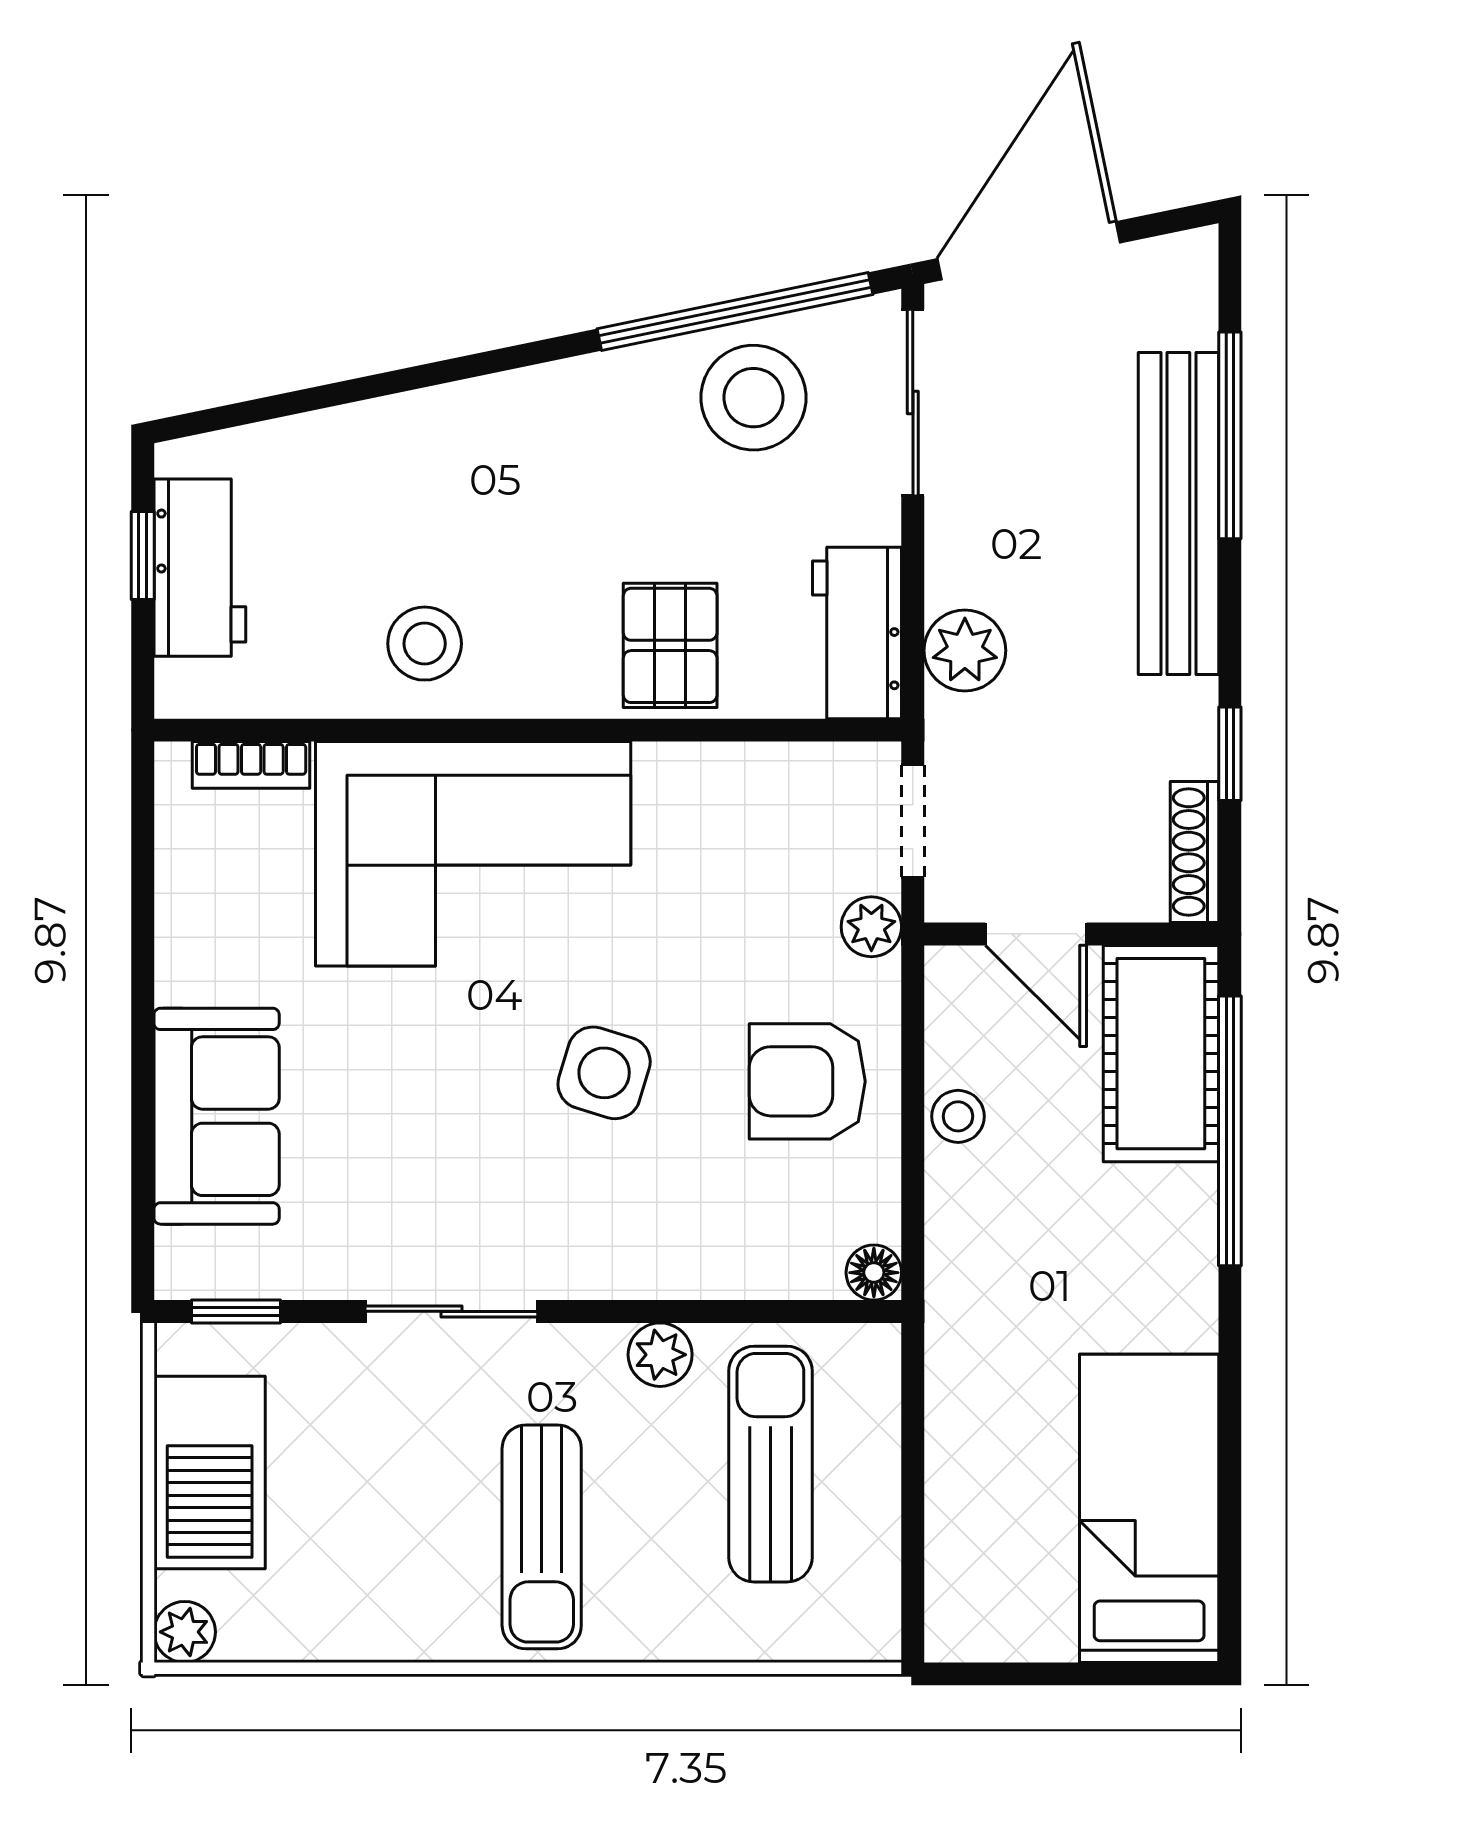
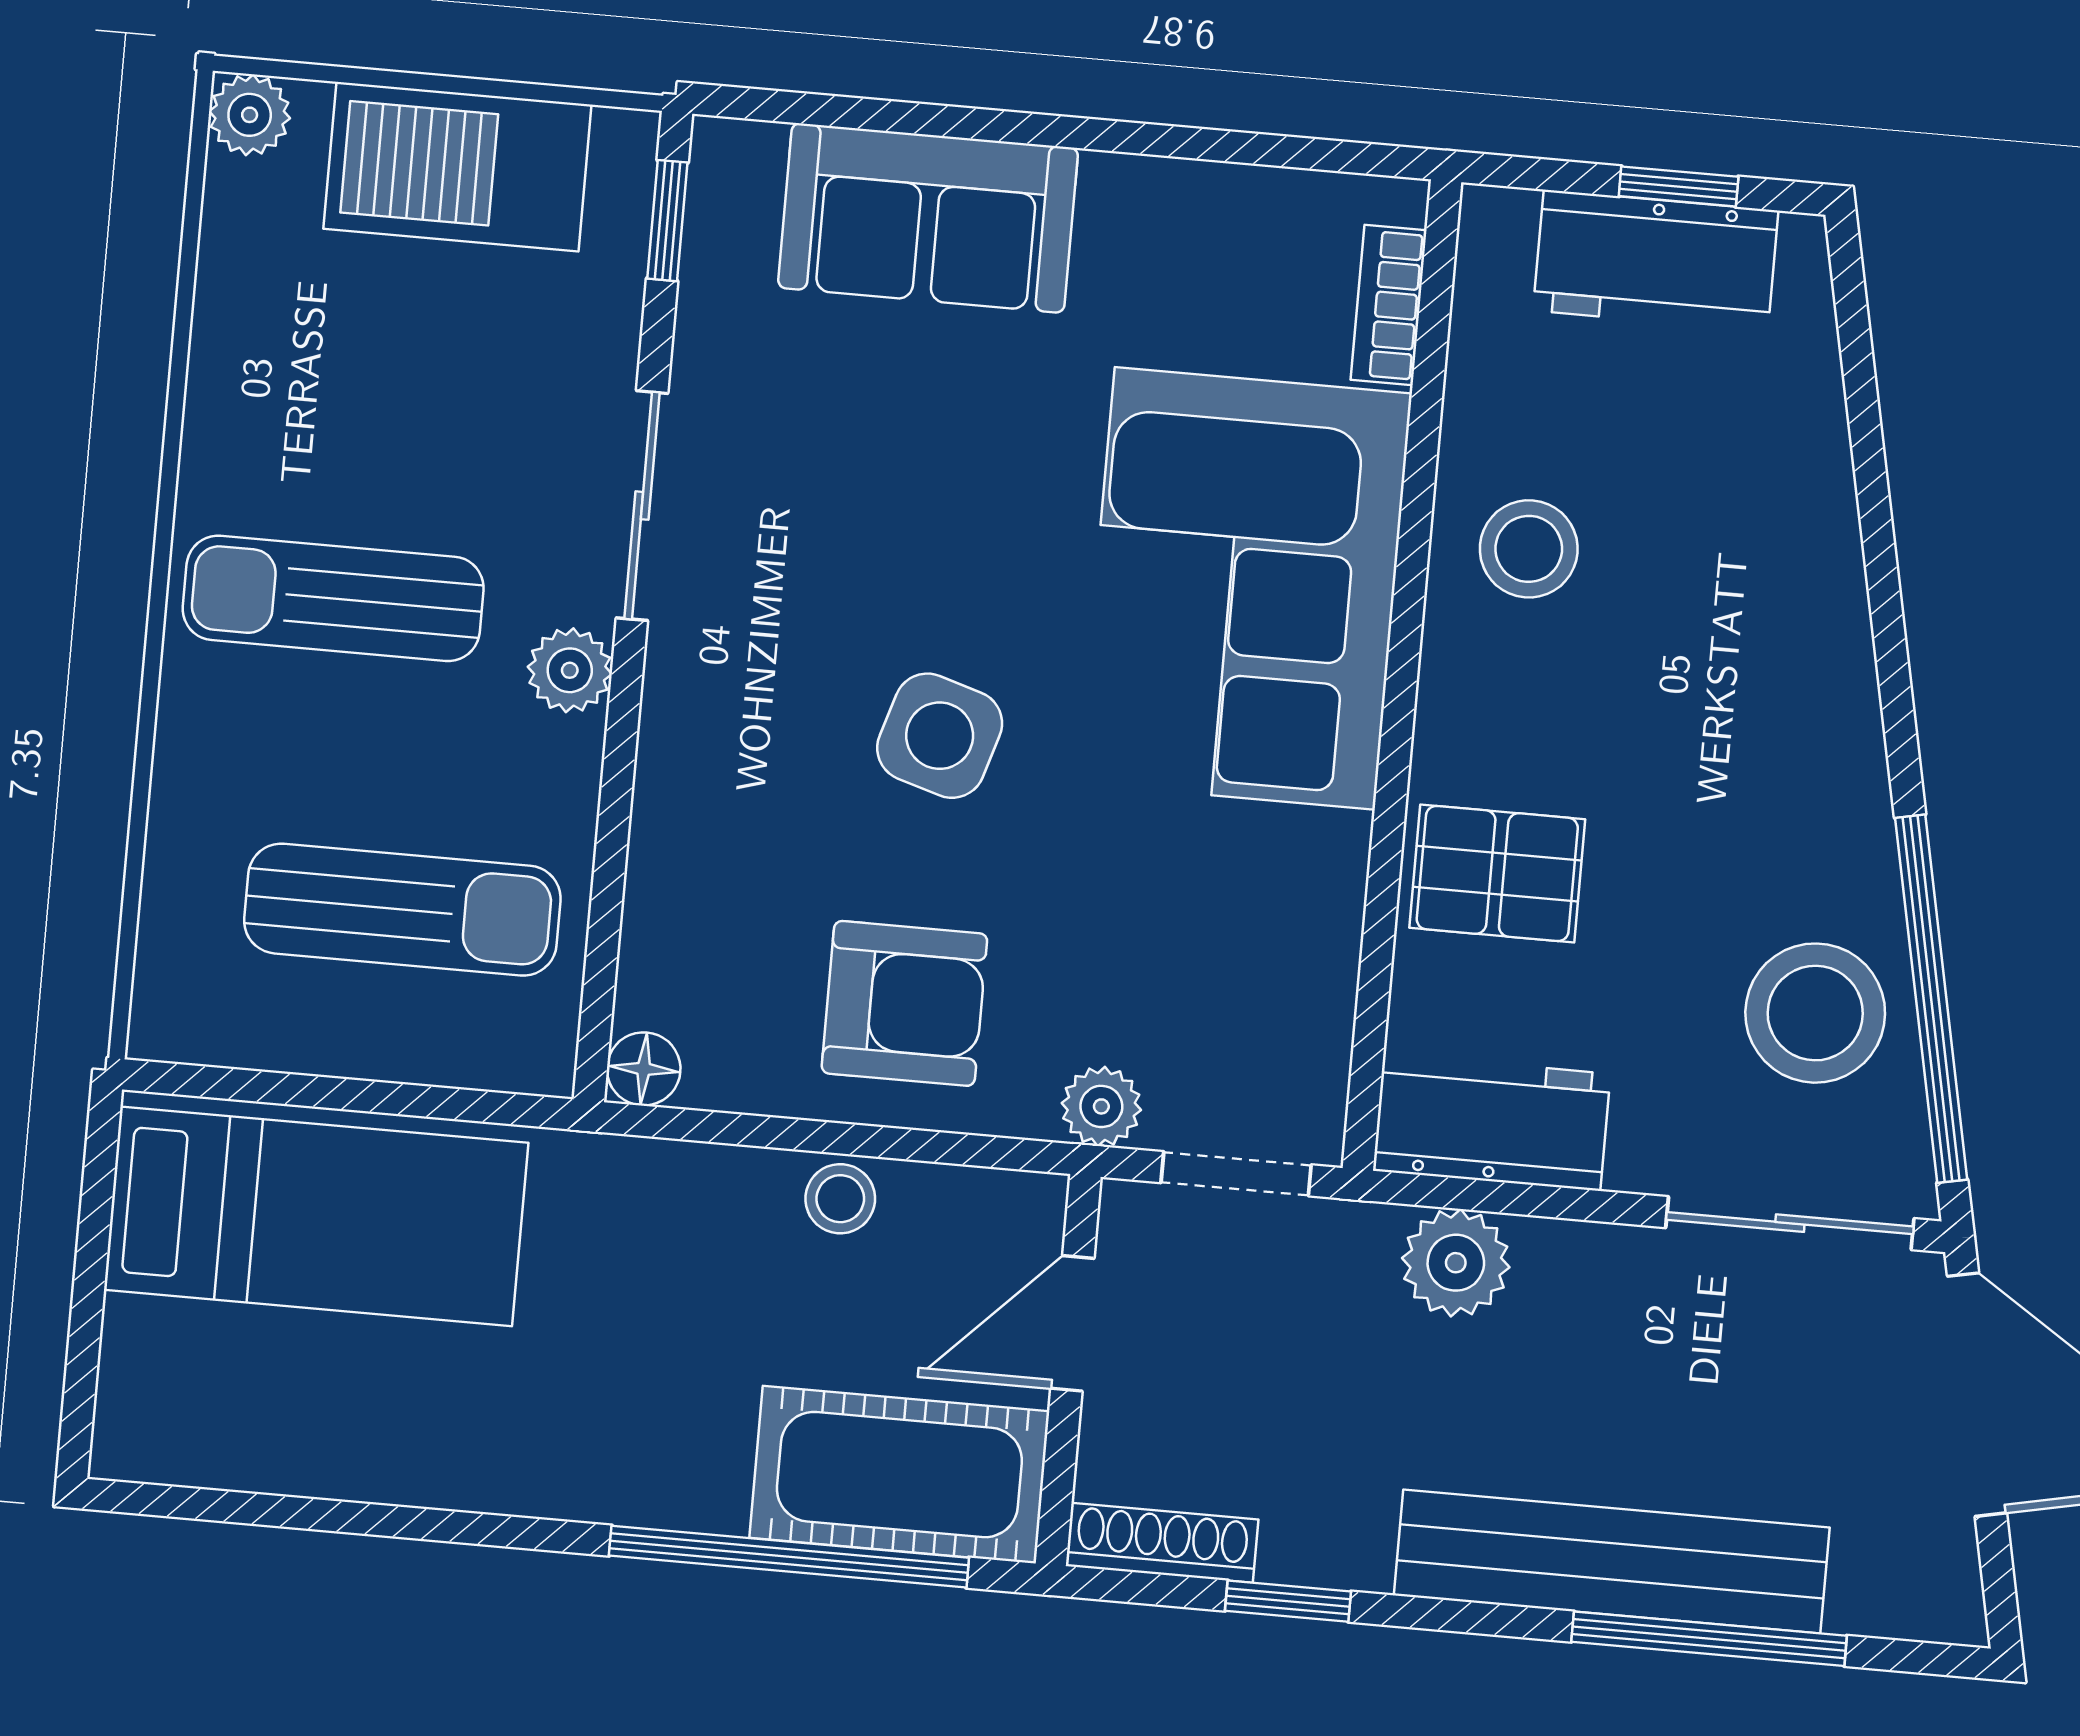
armchair: (807, 1081) -> (904, 1003), turned 90
plant: (660, 1355) -> (570, 670), moved
bed: (1149, 1508) -> (316, 1216), moved

